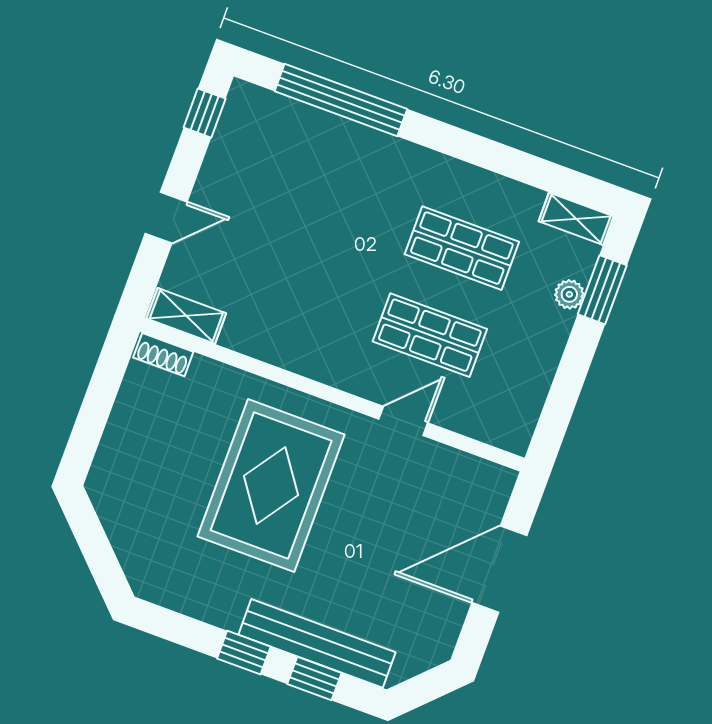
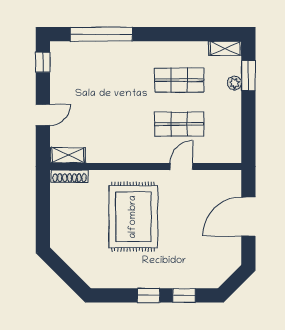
shoe rack: (163, 355) -> (70, 176), width x1.43
bench: (317, 643) -> (179, 279), removed

